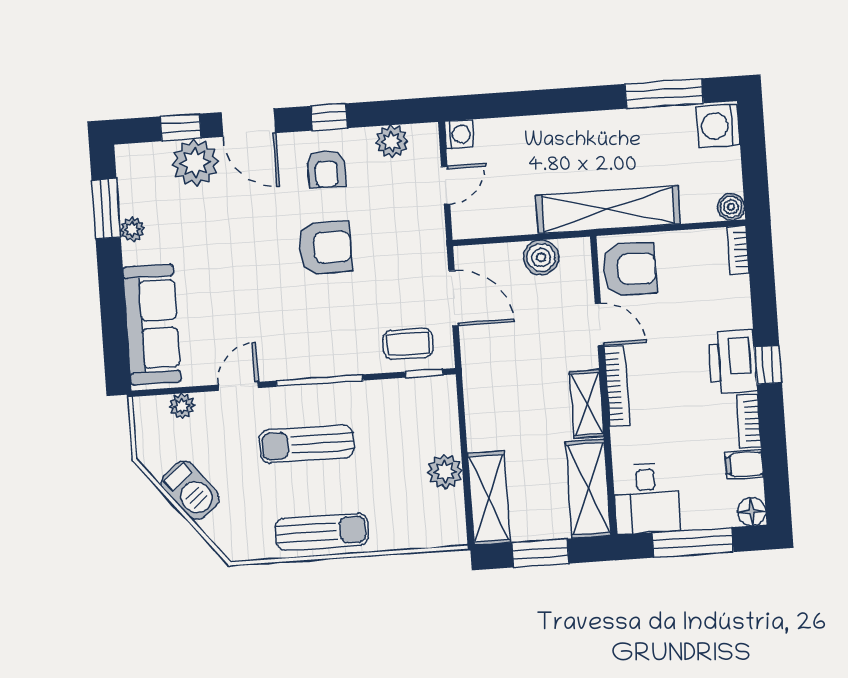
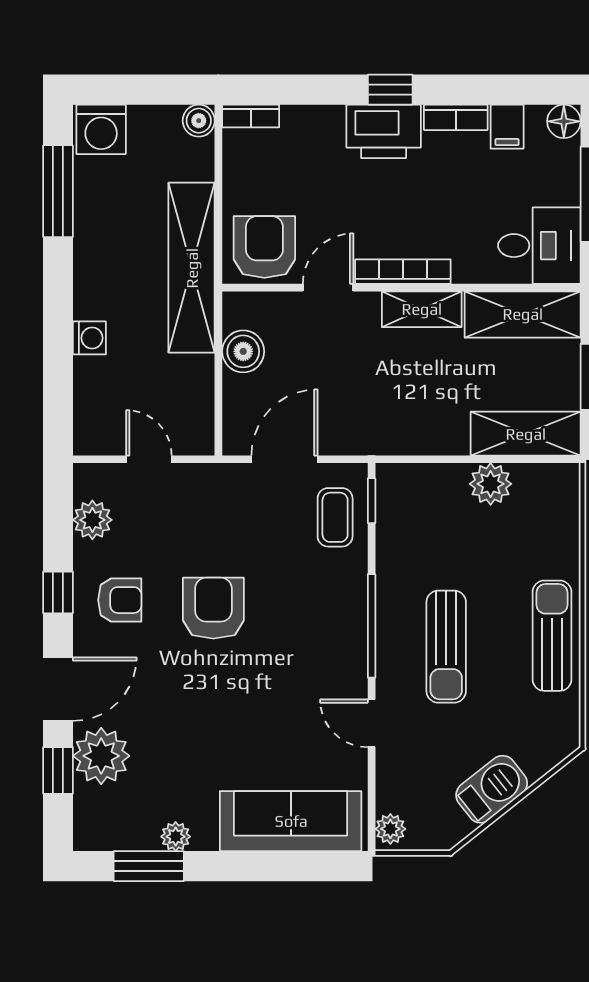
washing machine: (459, 134) -> (89, 338), moved, turned 90
plant: (182, 406) -> (390, 829), moved

